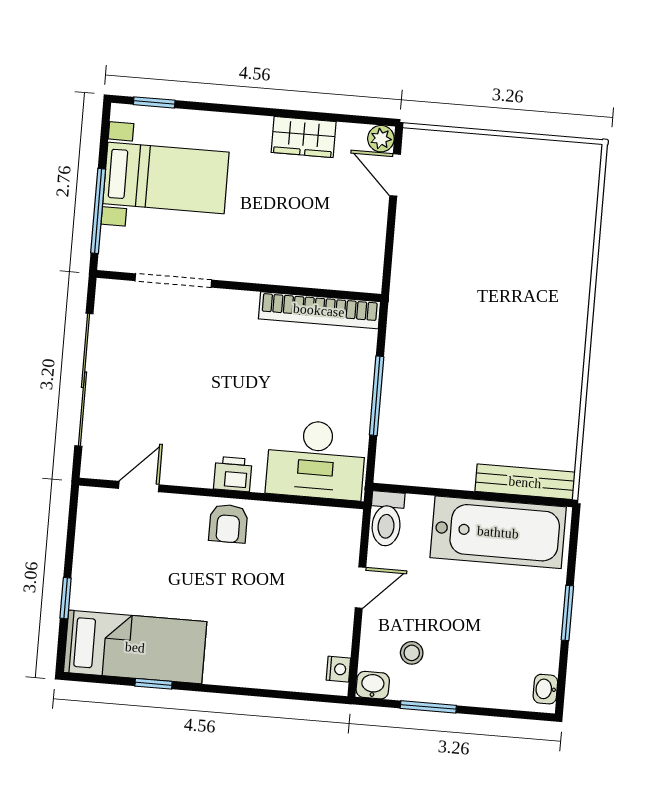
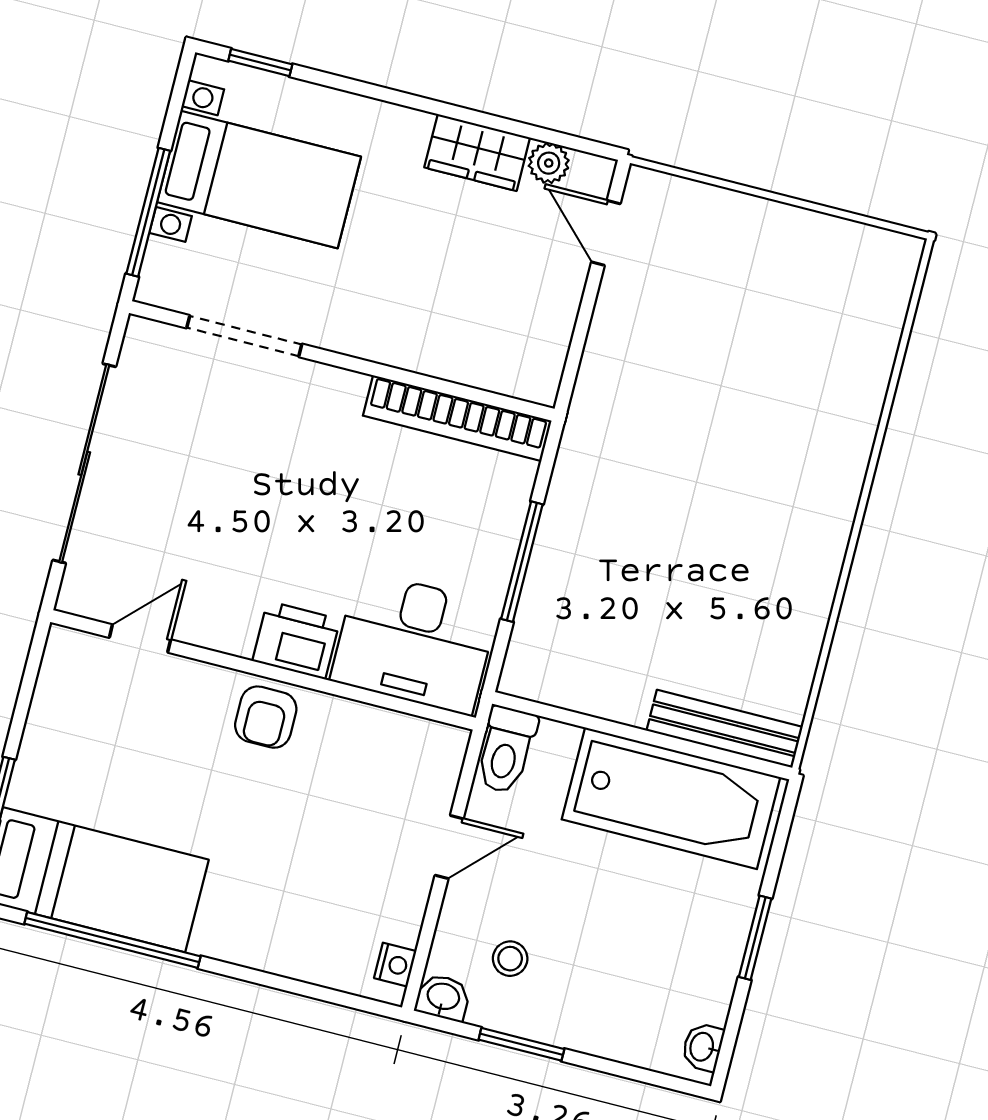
plant: (381, 139) -> (549, 163), moved
printer: (233, 474) -> (296, 640), width x1.36, depth x1.24
window: (153, 684) -> (112, 940), width x3.17

